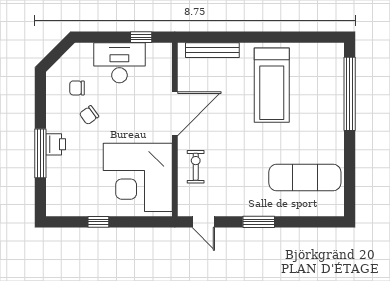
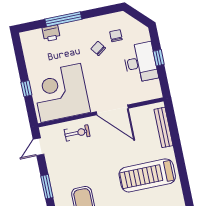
window: (141, 37) -> (159, 58), moved
printer: (56, 144) -> (51, 33), moved
window: (98, 222) -> (26, 89), moved

